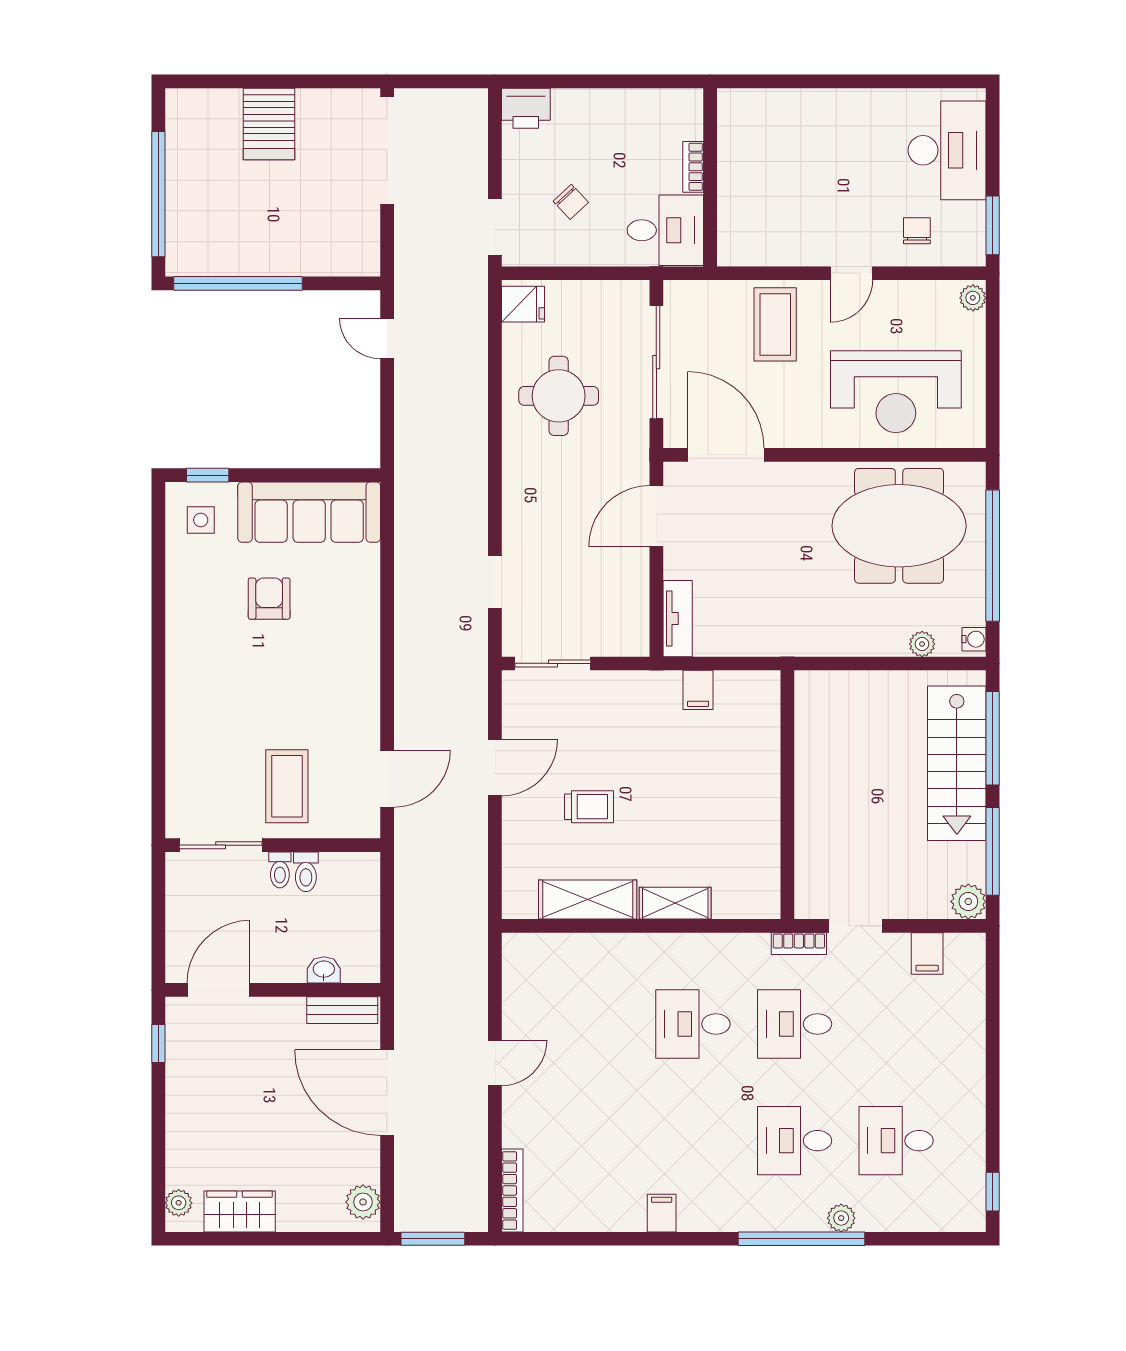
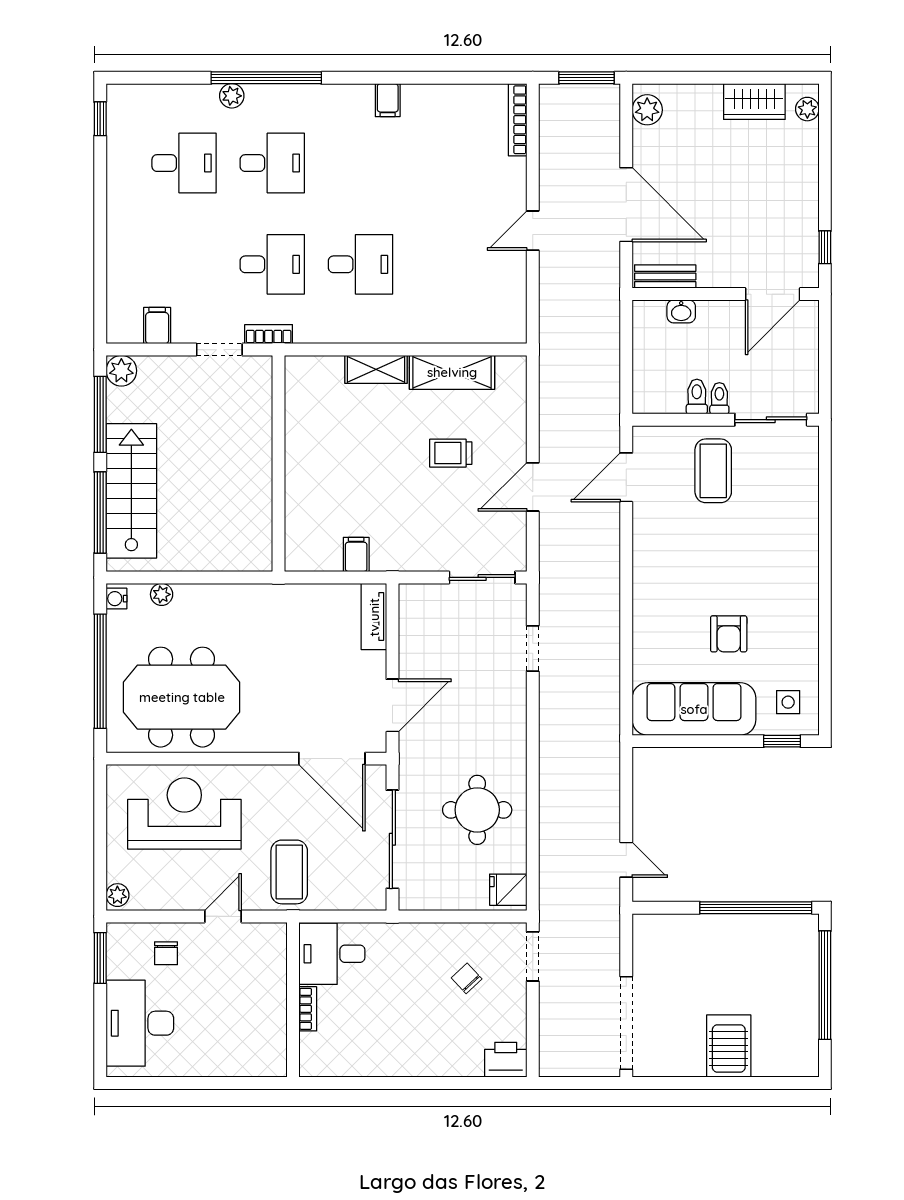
bookcase: (693, 167) -> (308, 1009), moved
wall: (710, 177) -> (293, 1000), moved
desk: (665, 230) -> (332, 954), moved

